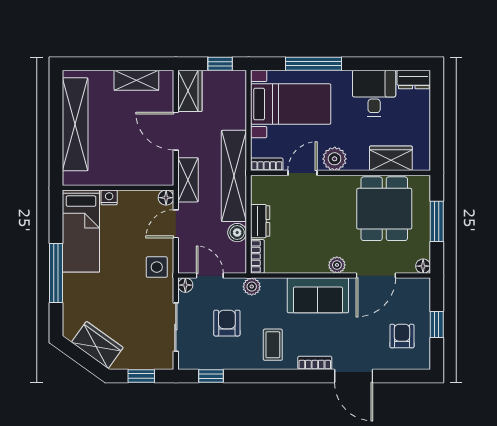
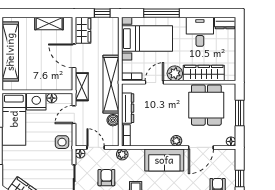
wardrobe: (391, 158) -> (204, 73), width x1.50
nightstand: (109, 197) -> (36, 102), width x1.89, depth x1.79
floor lamp: (166, 198) -> (52, 98), moved
dresser: (260, 221) -> (128, 108), width x1.44

